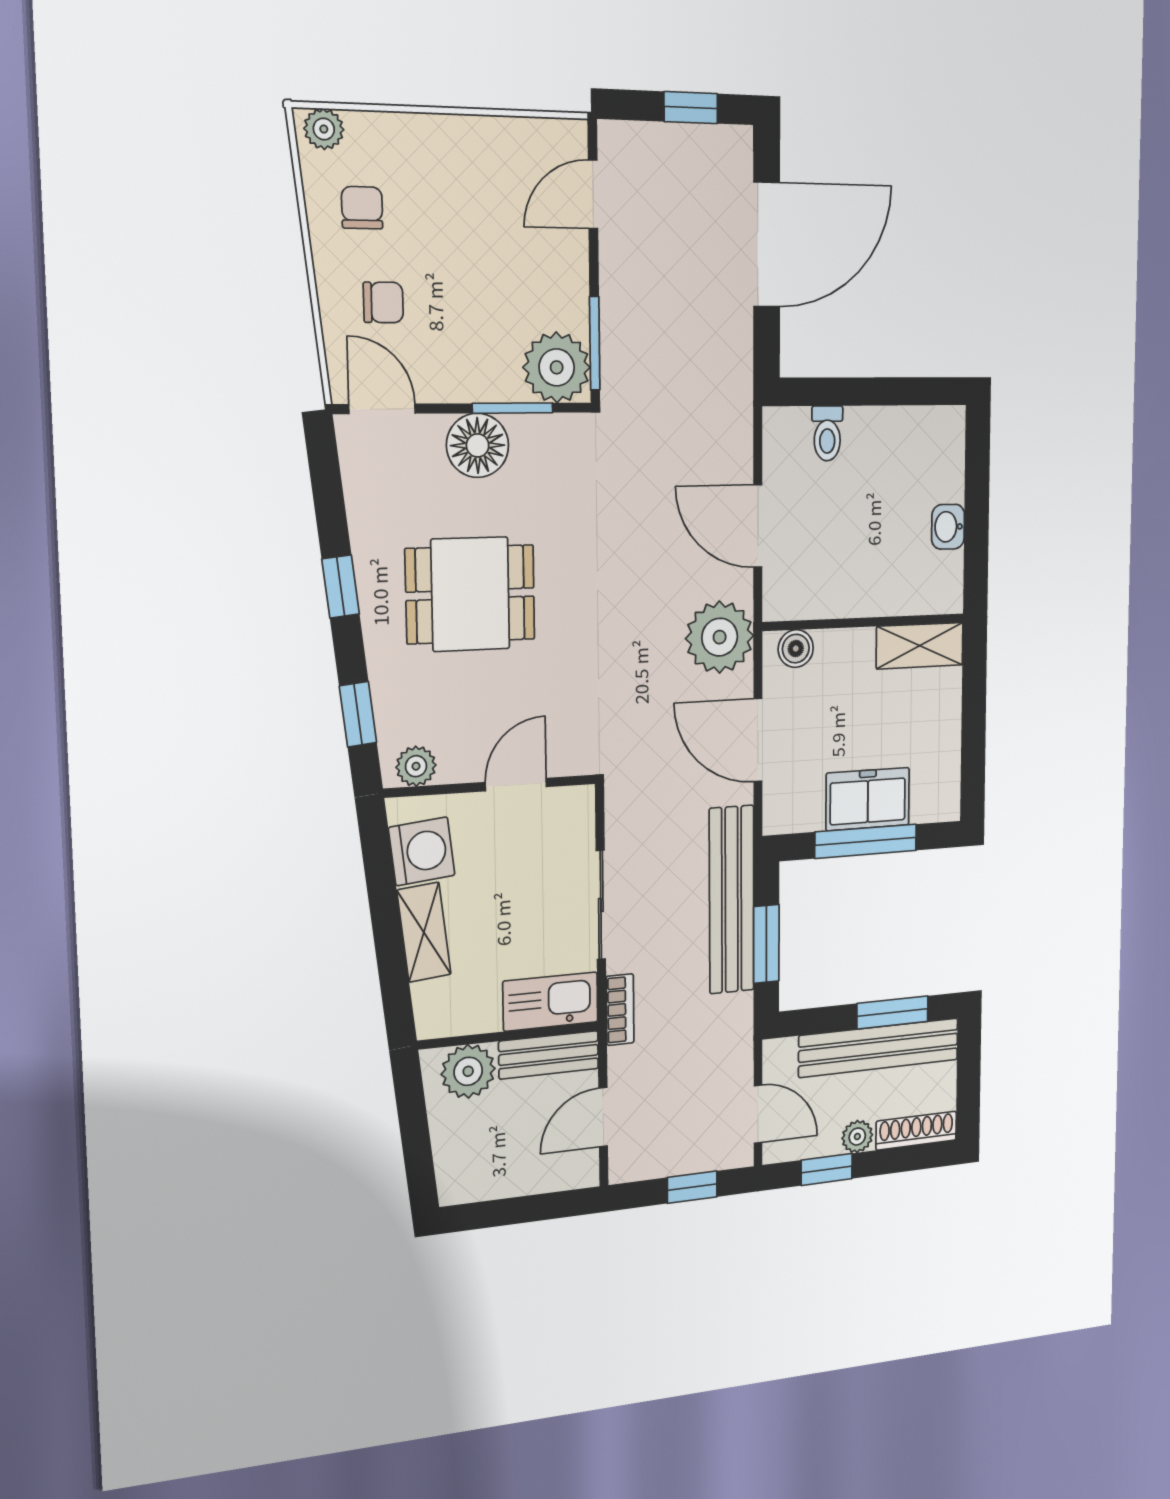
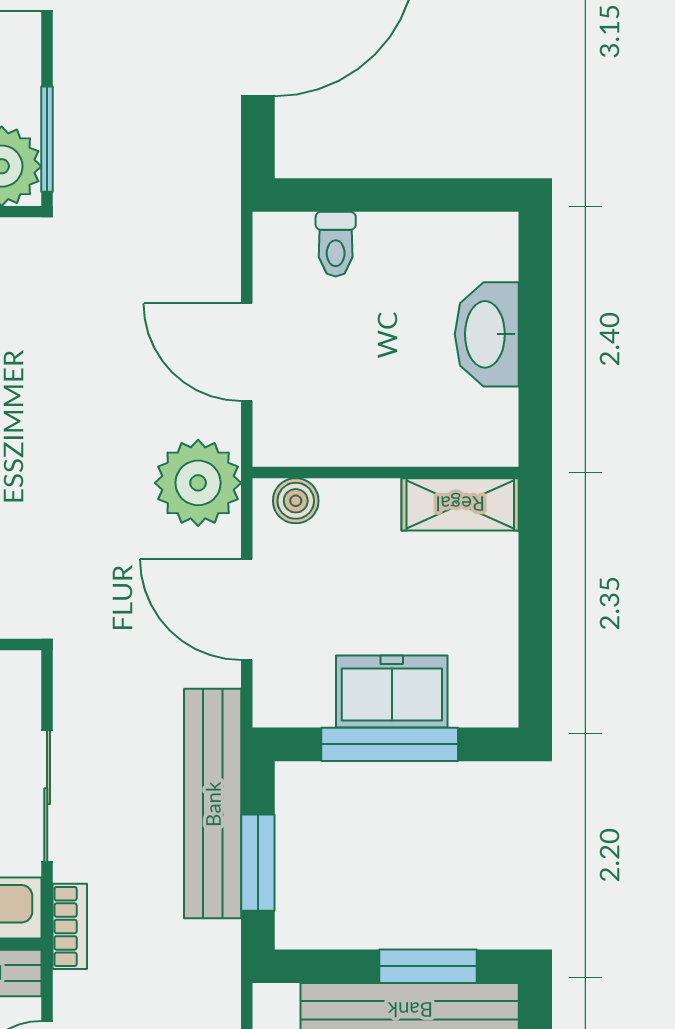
washbasin: (948, 527) -> (487, 334), width x1.91, depth x1.45

